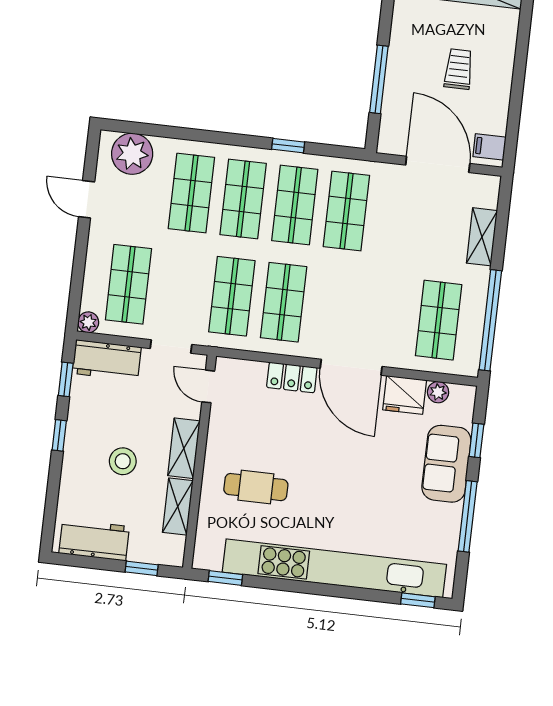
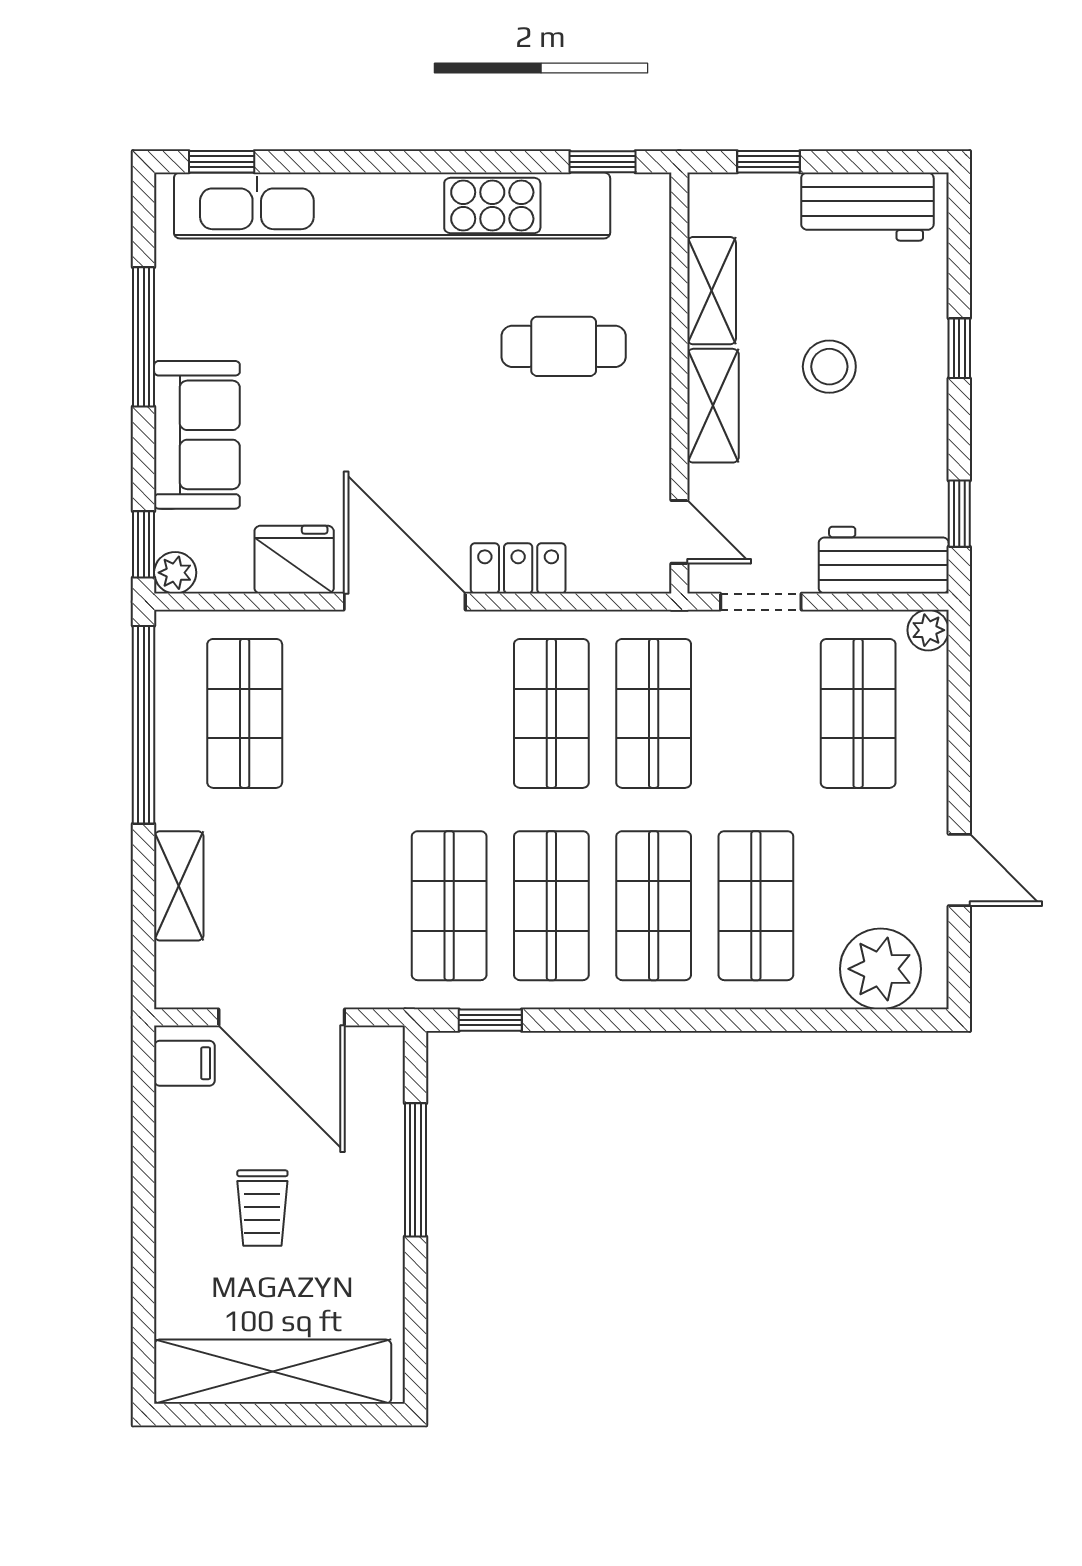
window: (288, 146) -> (490, 1020), moved
plant: (438, 392) -> (175, 573), moved
window: (59, 435) -> (959, 348), moved
window: (476, 440) -> (144, 544), moved

